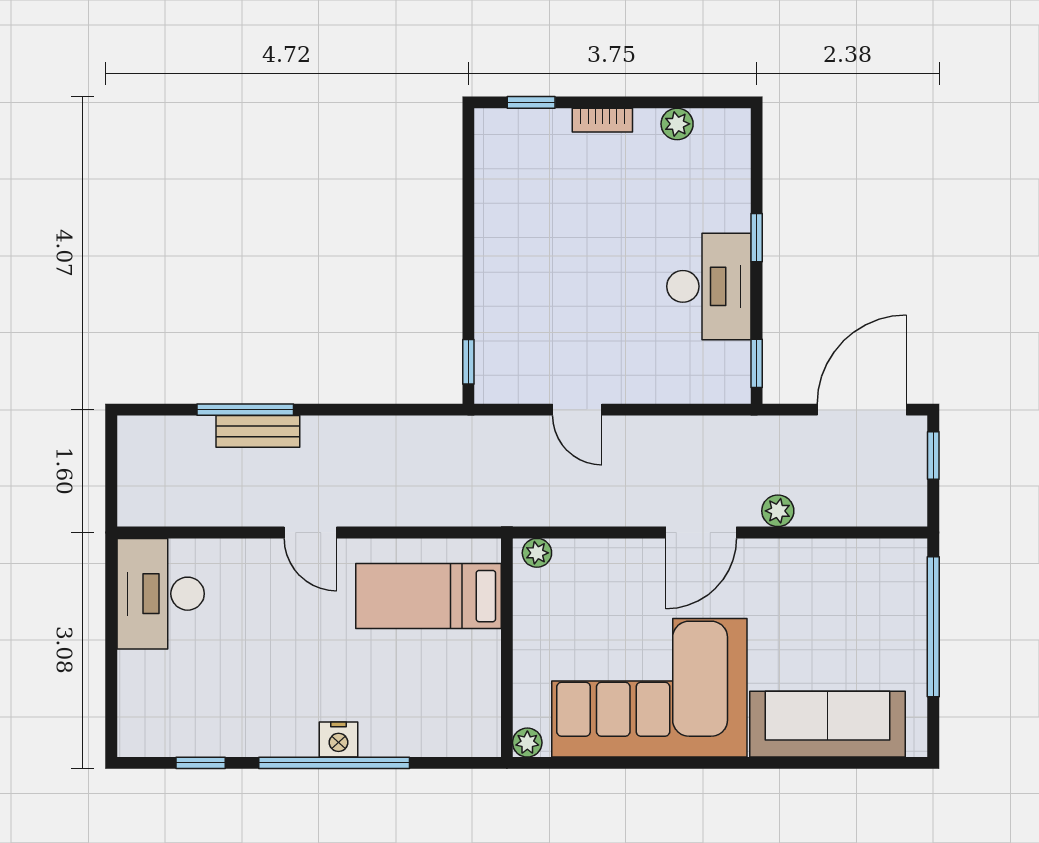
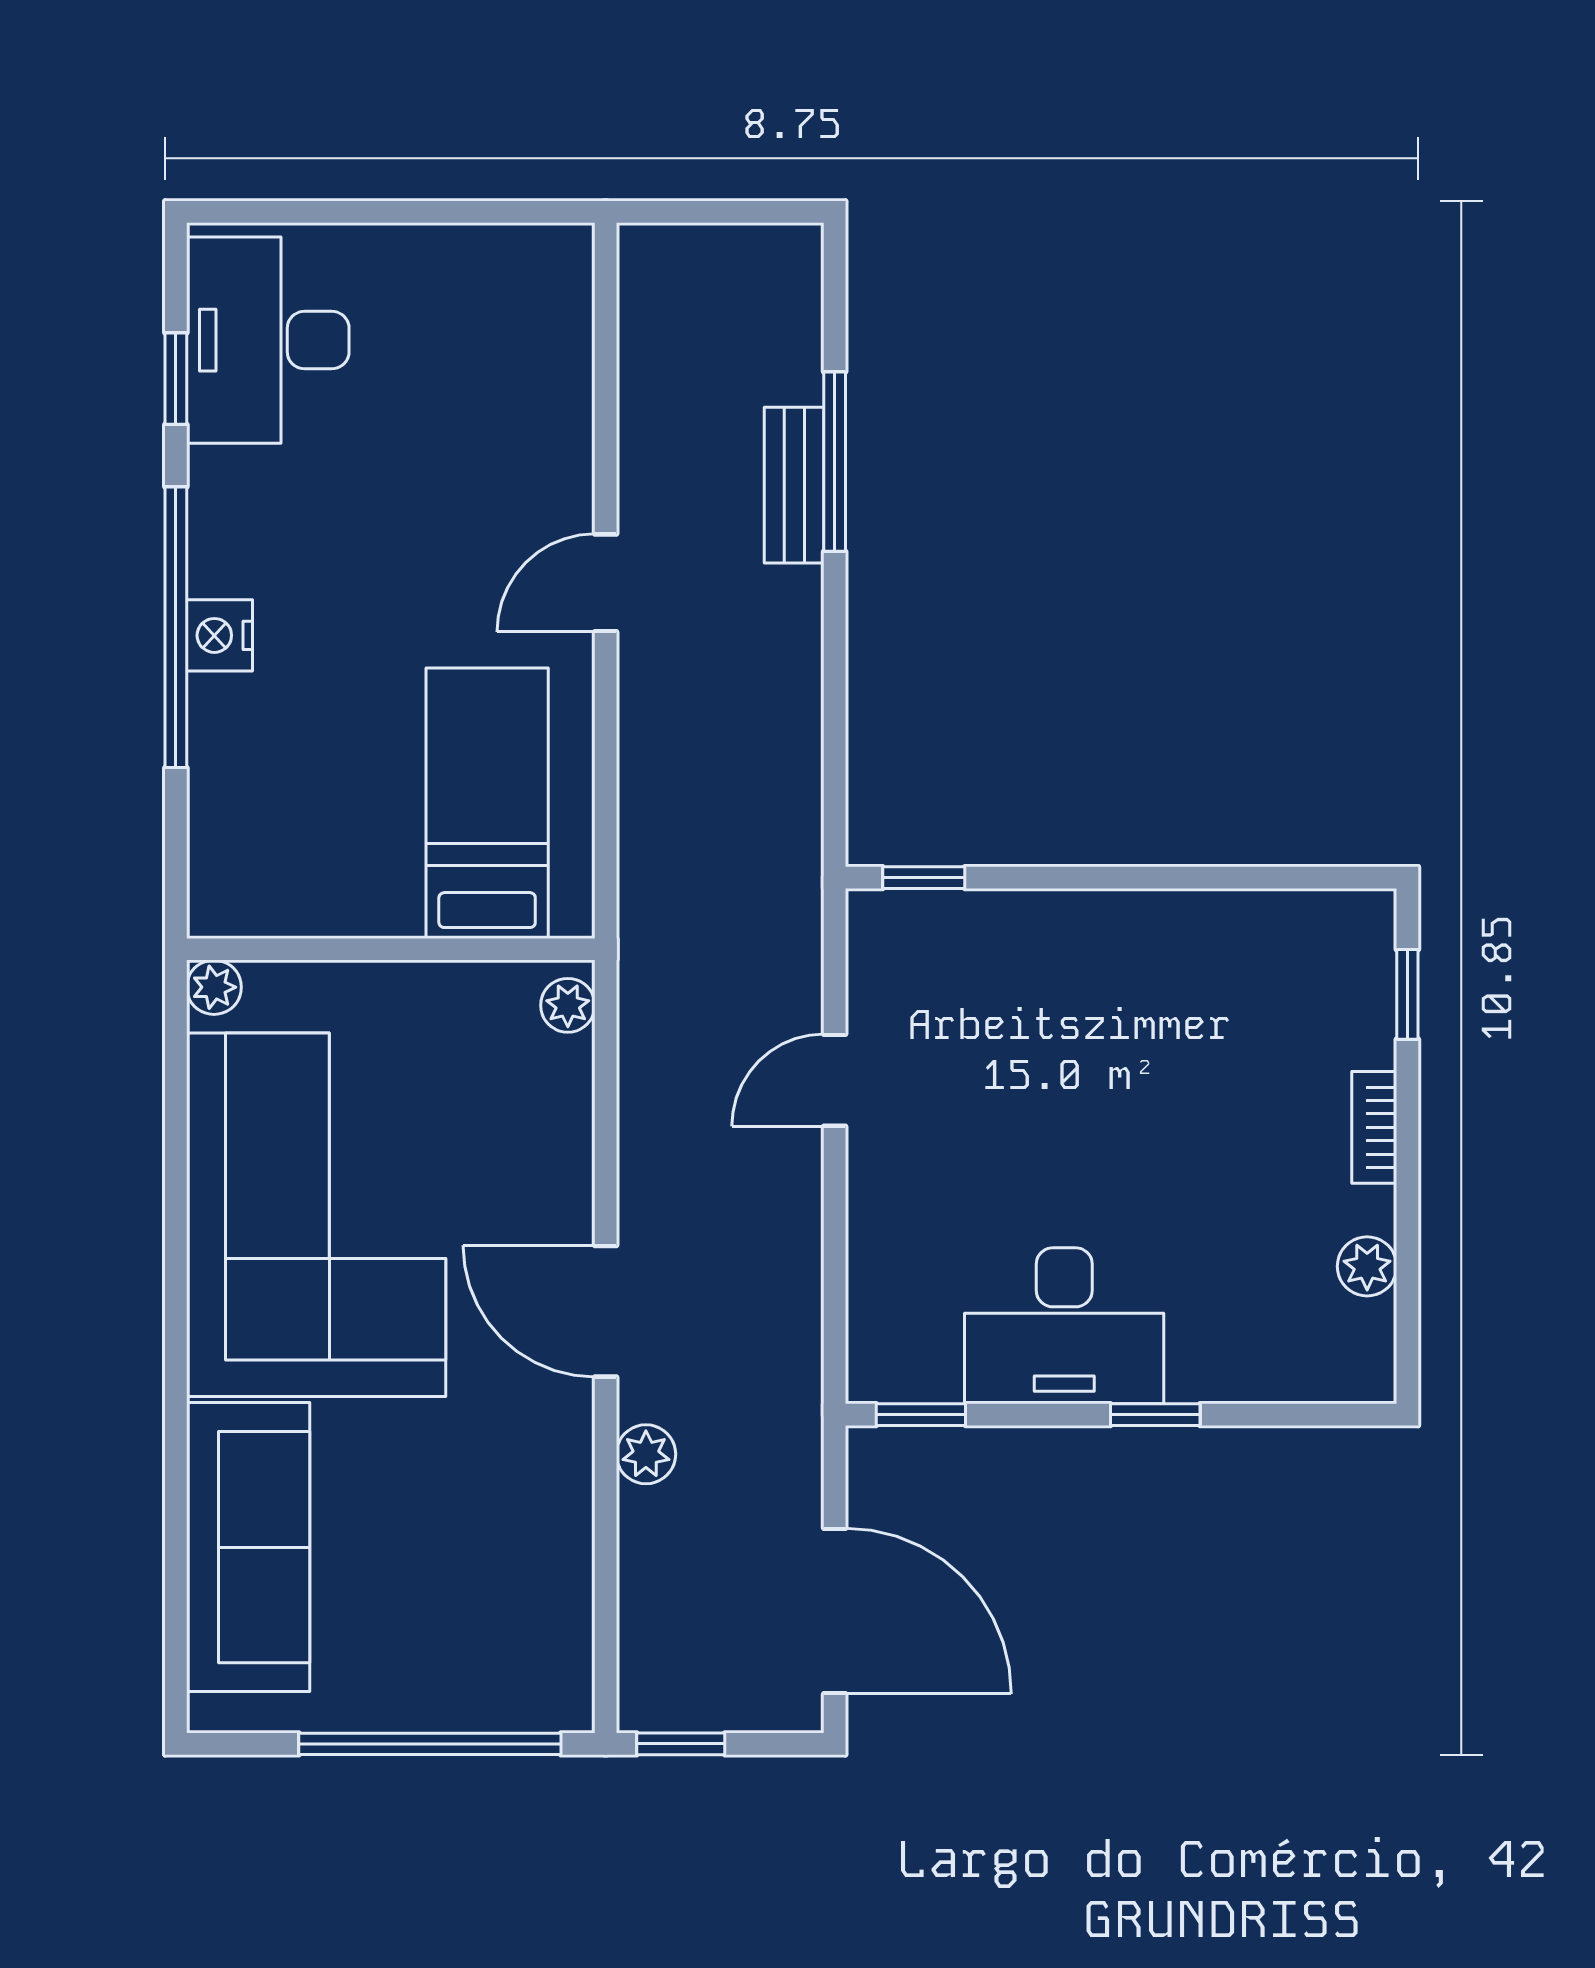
window: (933, 456) -> (681, 1744), moved
desk: (161, 594) -> (268, 340), moved, turned -90

